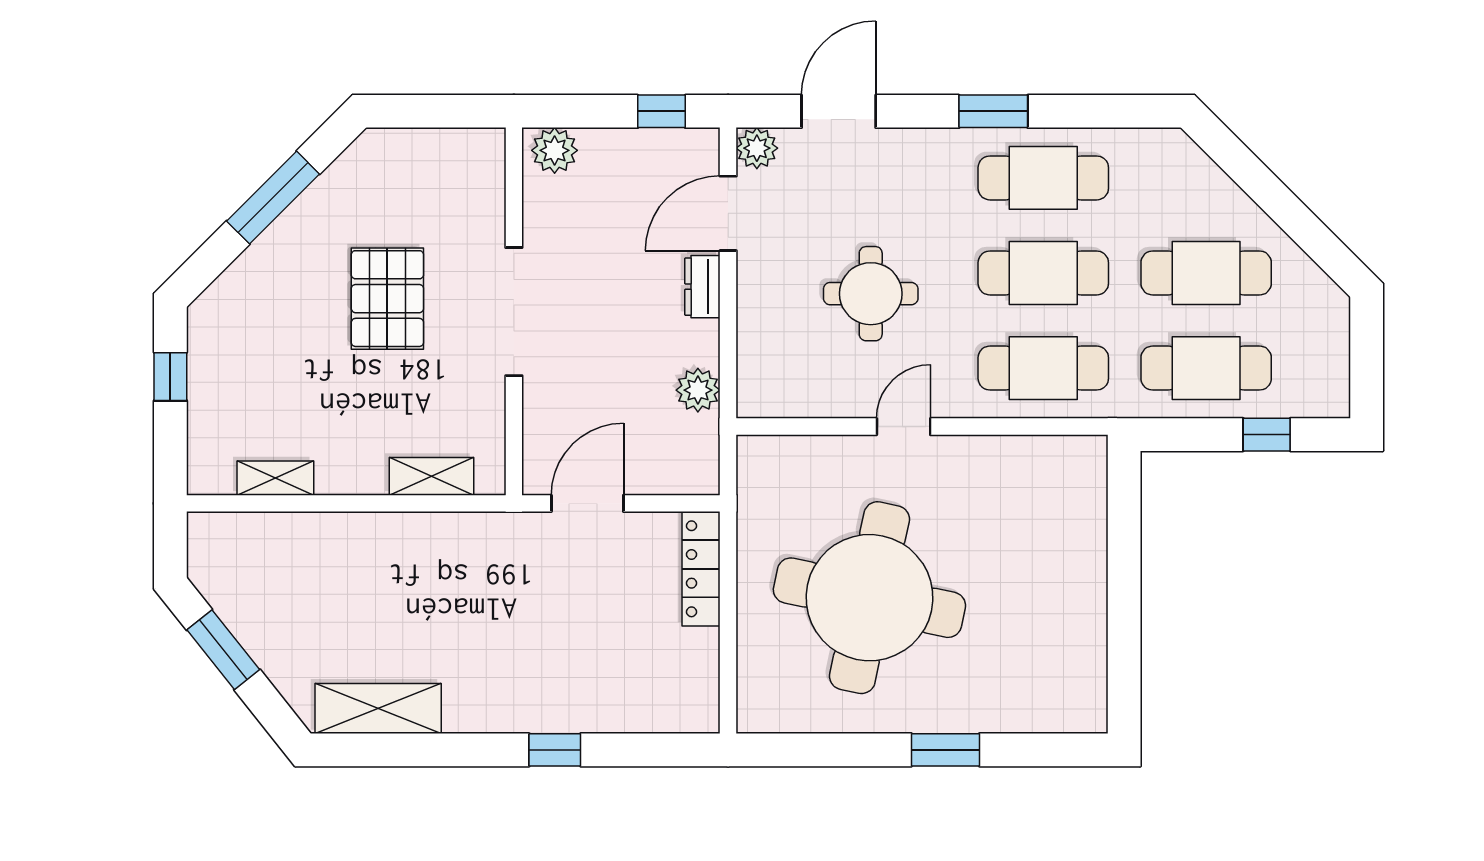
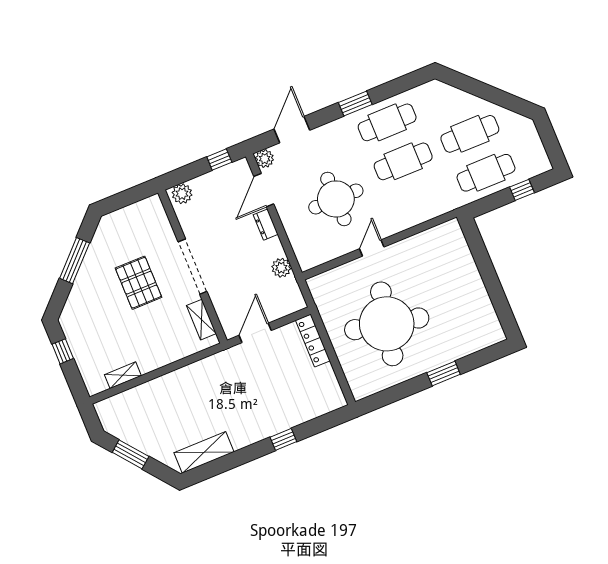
round table: (871, 294) -> (336, 199), width x1.36, depth x1.36
cafe table: (1043, 368) -> (419, 200), removed
shelving: (431, 476) -> (201, 320), moved, turned 90

